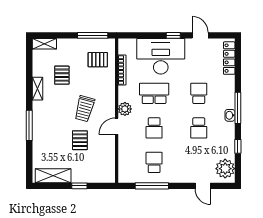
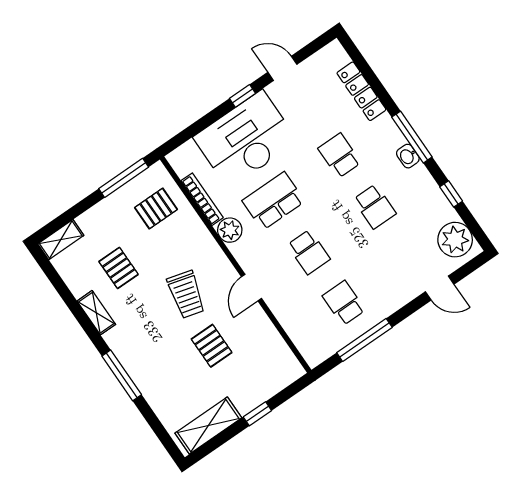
locker: (229, 58) -> (361, 91), moved
plant: (125, 109) -> (230, 230), moved

